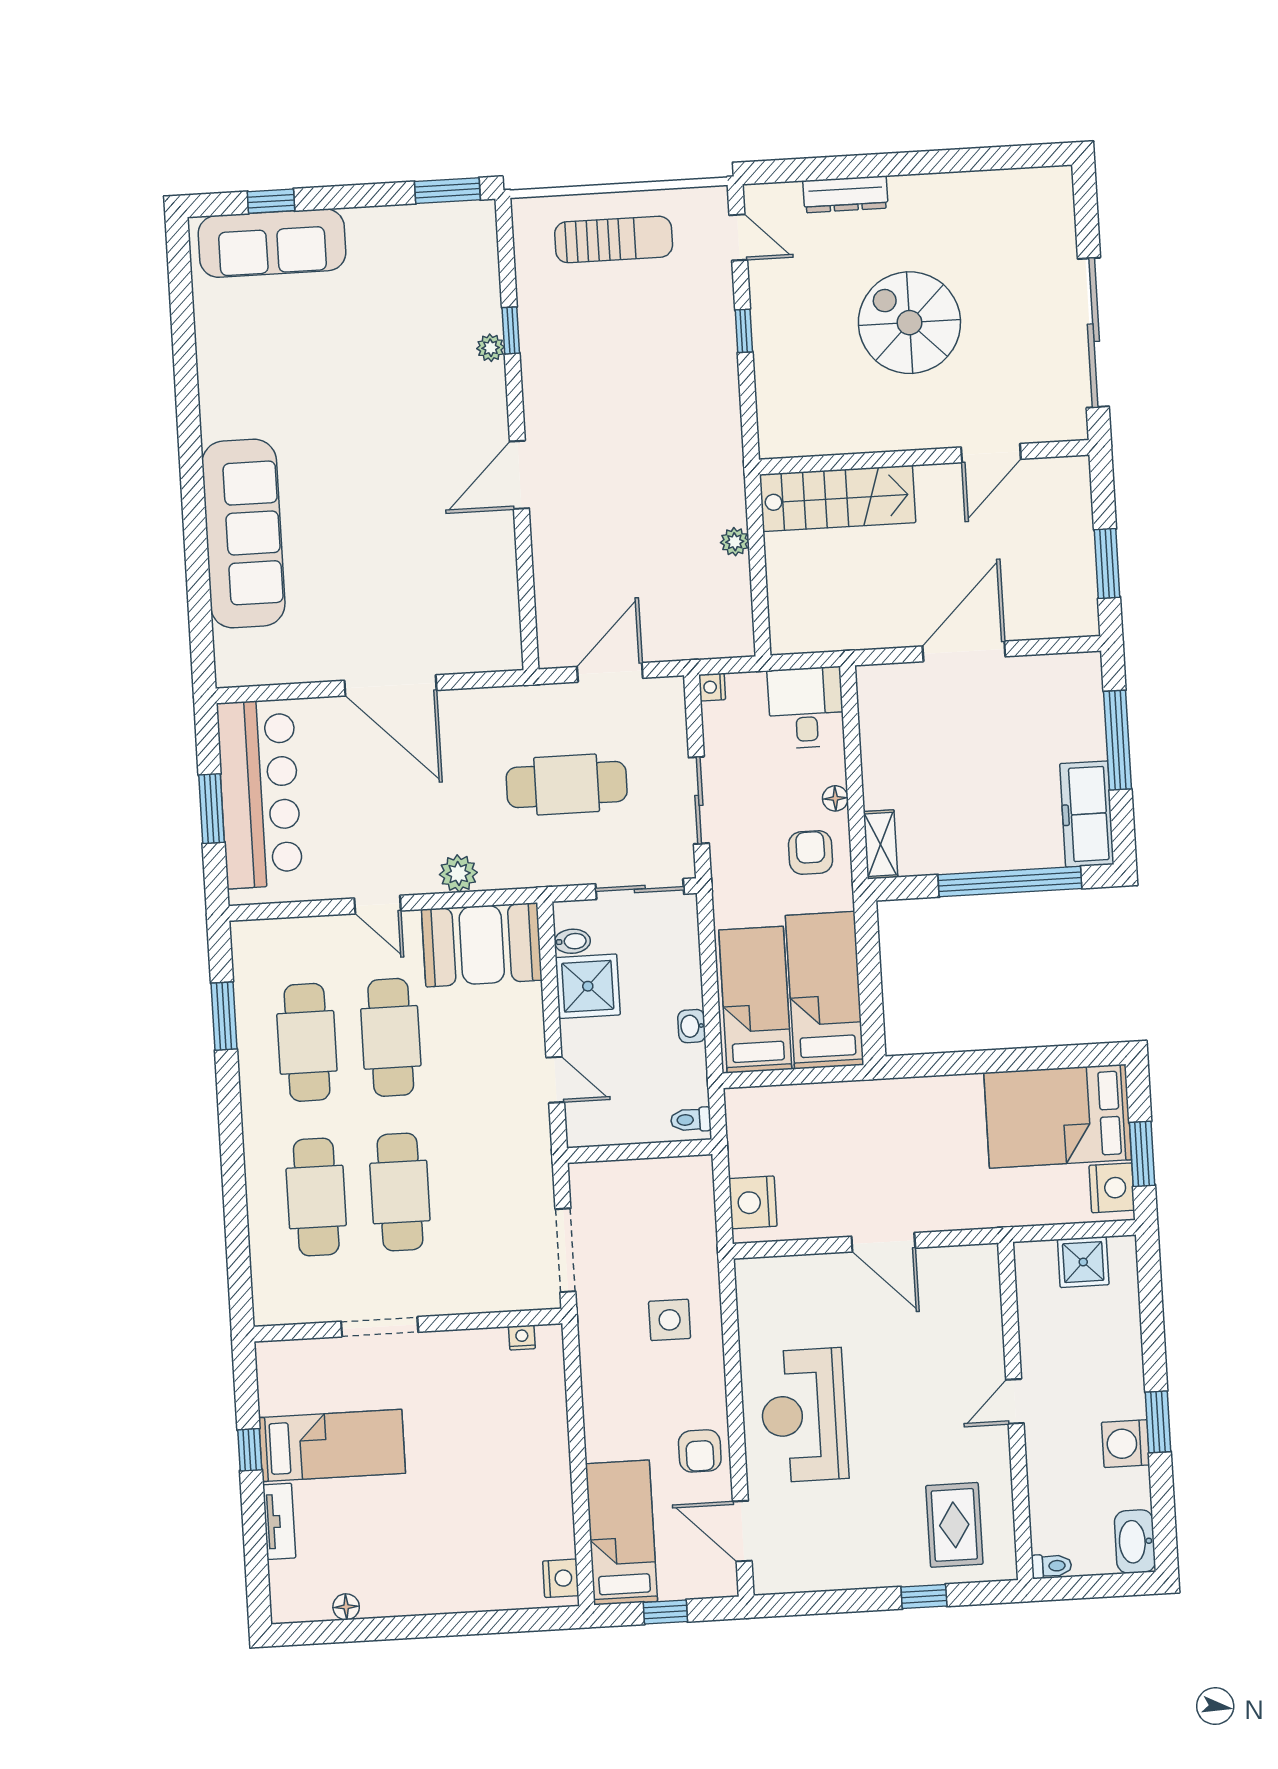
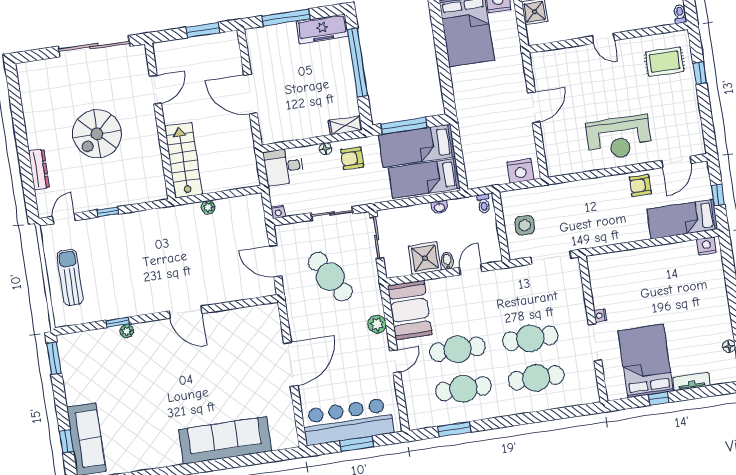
door: (991, 453) -> (155, 90), hinge flipped
cafe table: (567, 785) -> (330, 277), turned -31
bidet: (572, 941) -> (447, 261), moved
window: (869, 967) -> (404, 126), added
side table: (670, 1320) -> (525, 225), moved
nightstand: (522, 1338) -> (600, 316), moved
bed: (332, 1445) -> (646, 361), width x1.50
armchair: (700, 1451) -> (640, 185), turned 180

